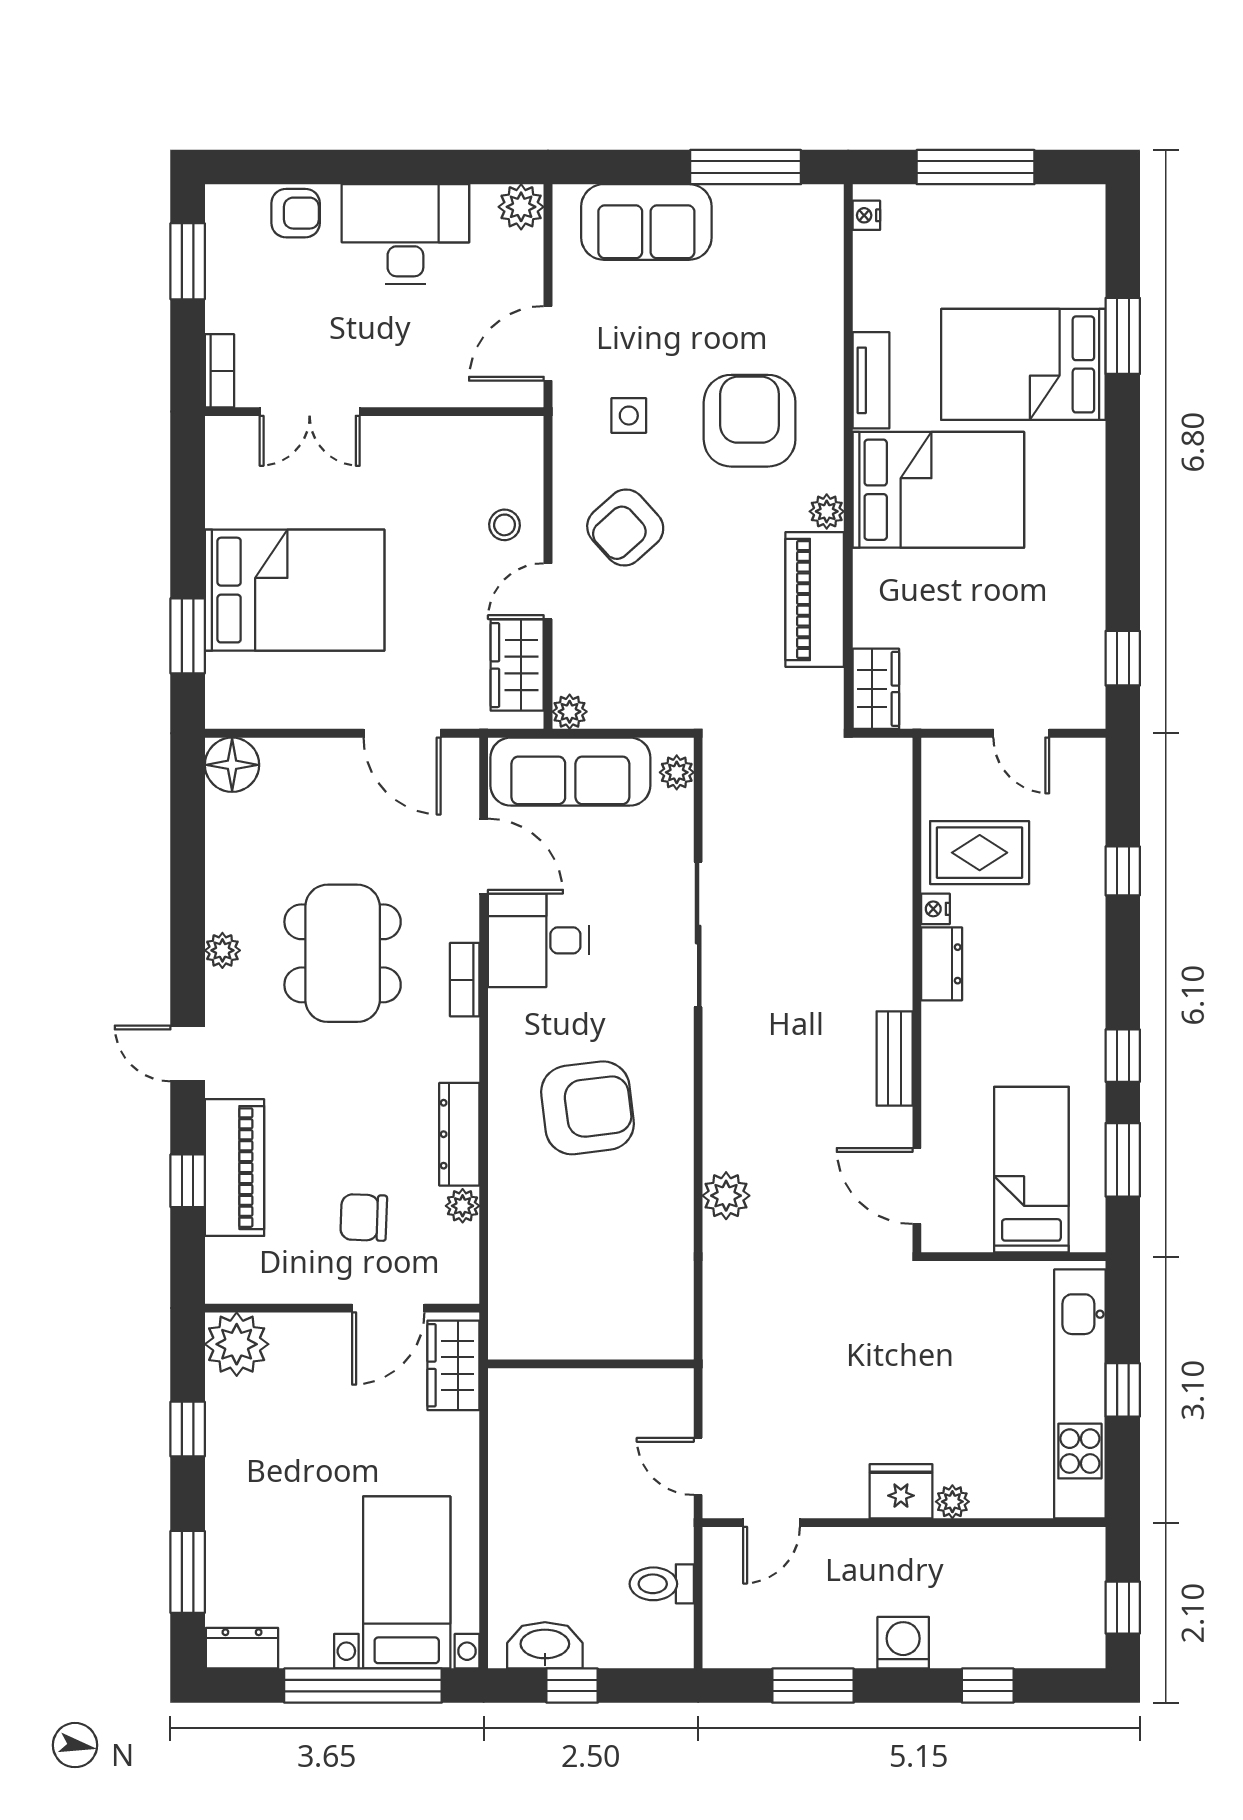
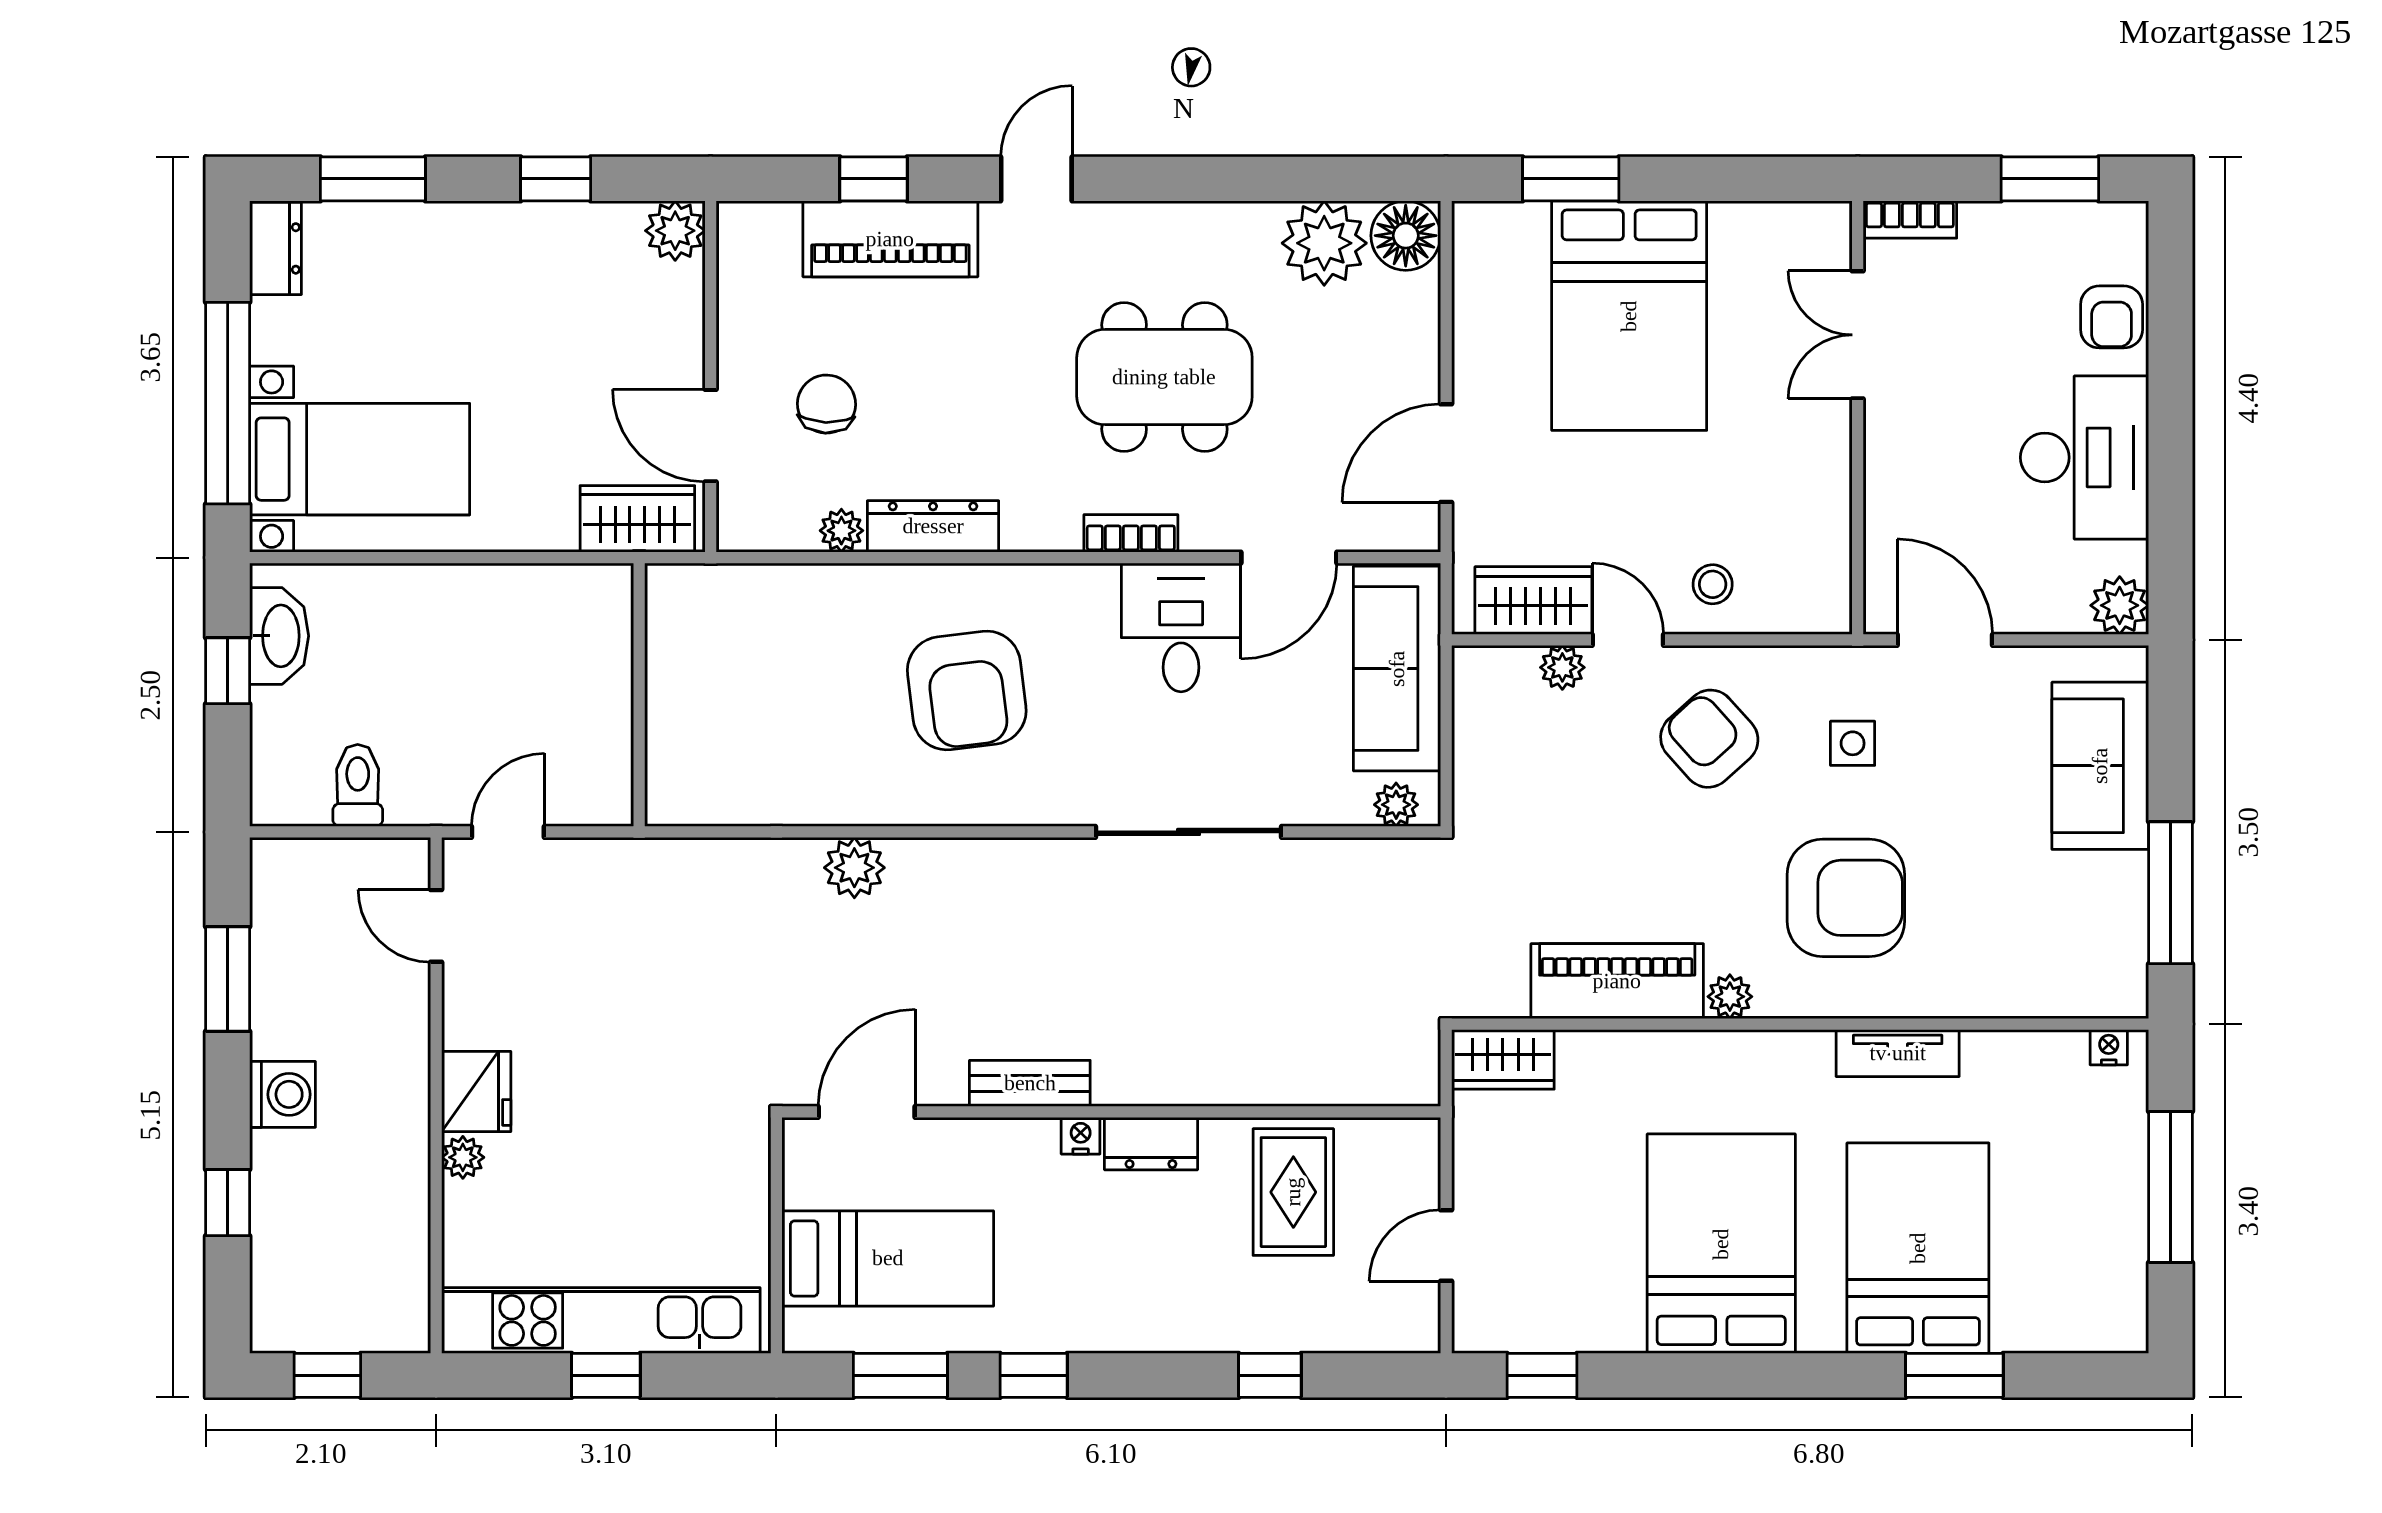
bed: (938, 490) -> (1721, 1244), moved, turned 180
plant: (570, 712) -> (1562, 667), moved
nightstand: (935, 909) -> (1081, 1136), moved
plant: (222, 950) -> (1324, 243), moved, width x1.87, depth x1.87
plant: (237, 1344) -> (675, 231), width x0.73, depth x0.73

